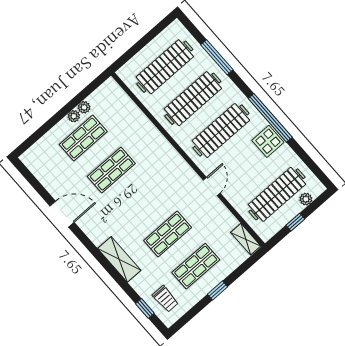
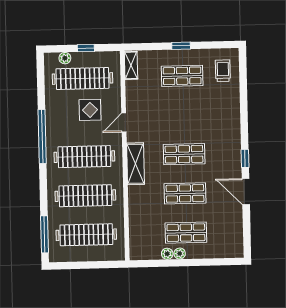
window: (217, 57) -> (45, 234), moved
display table: (268, 141) -> (90, 110), moved
shop shelf: (168, 234) -> (184, 154), moved
shelving: (119, 259) -> (135, 164), moved
window: (145, 308) -> (245, 159), moved

